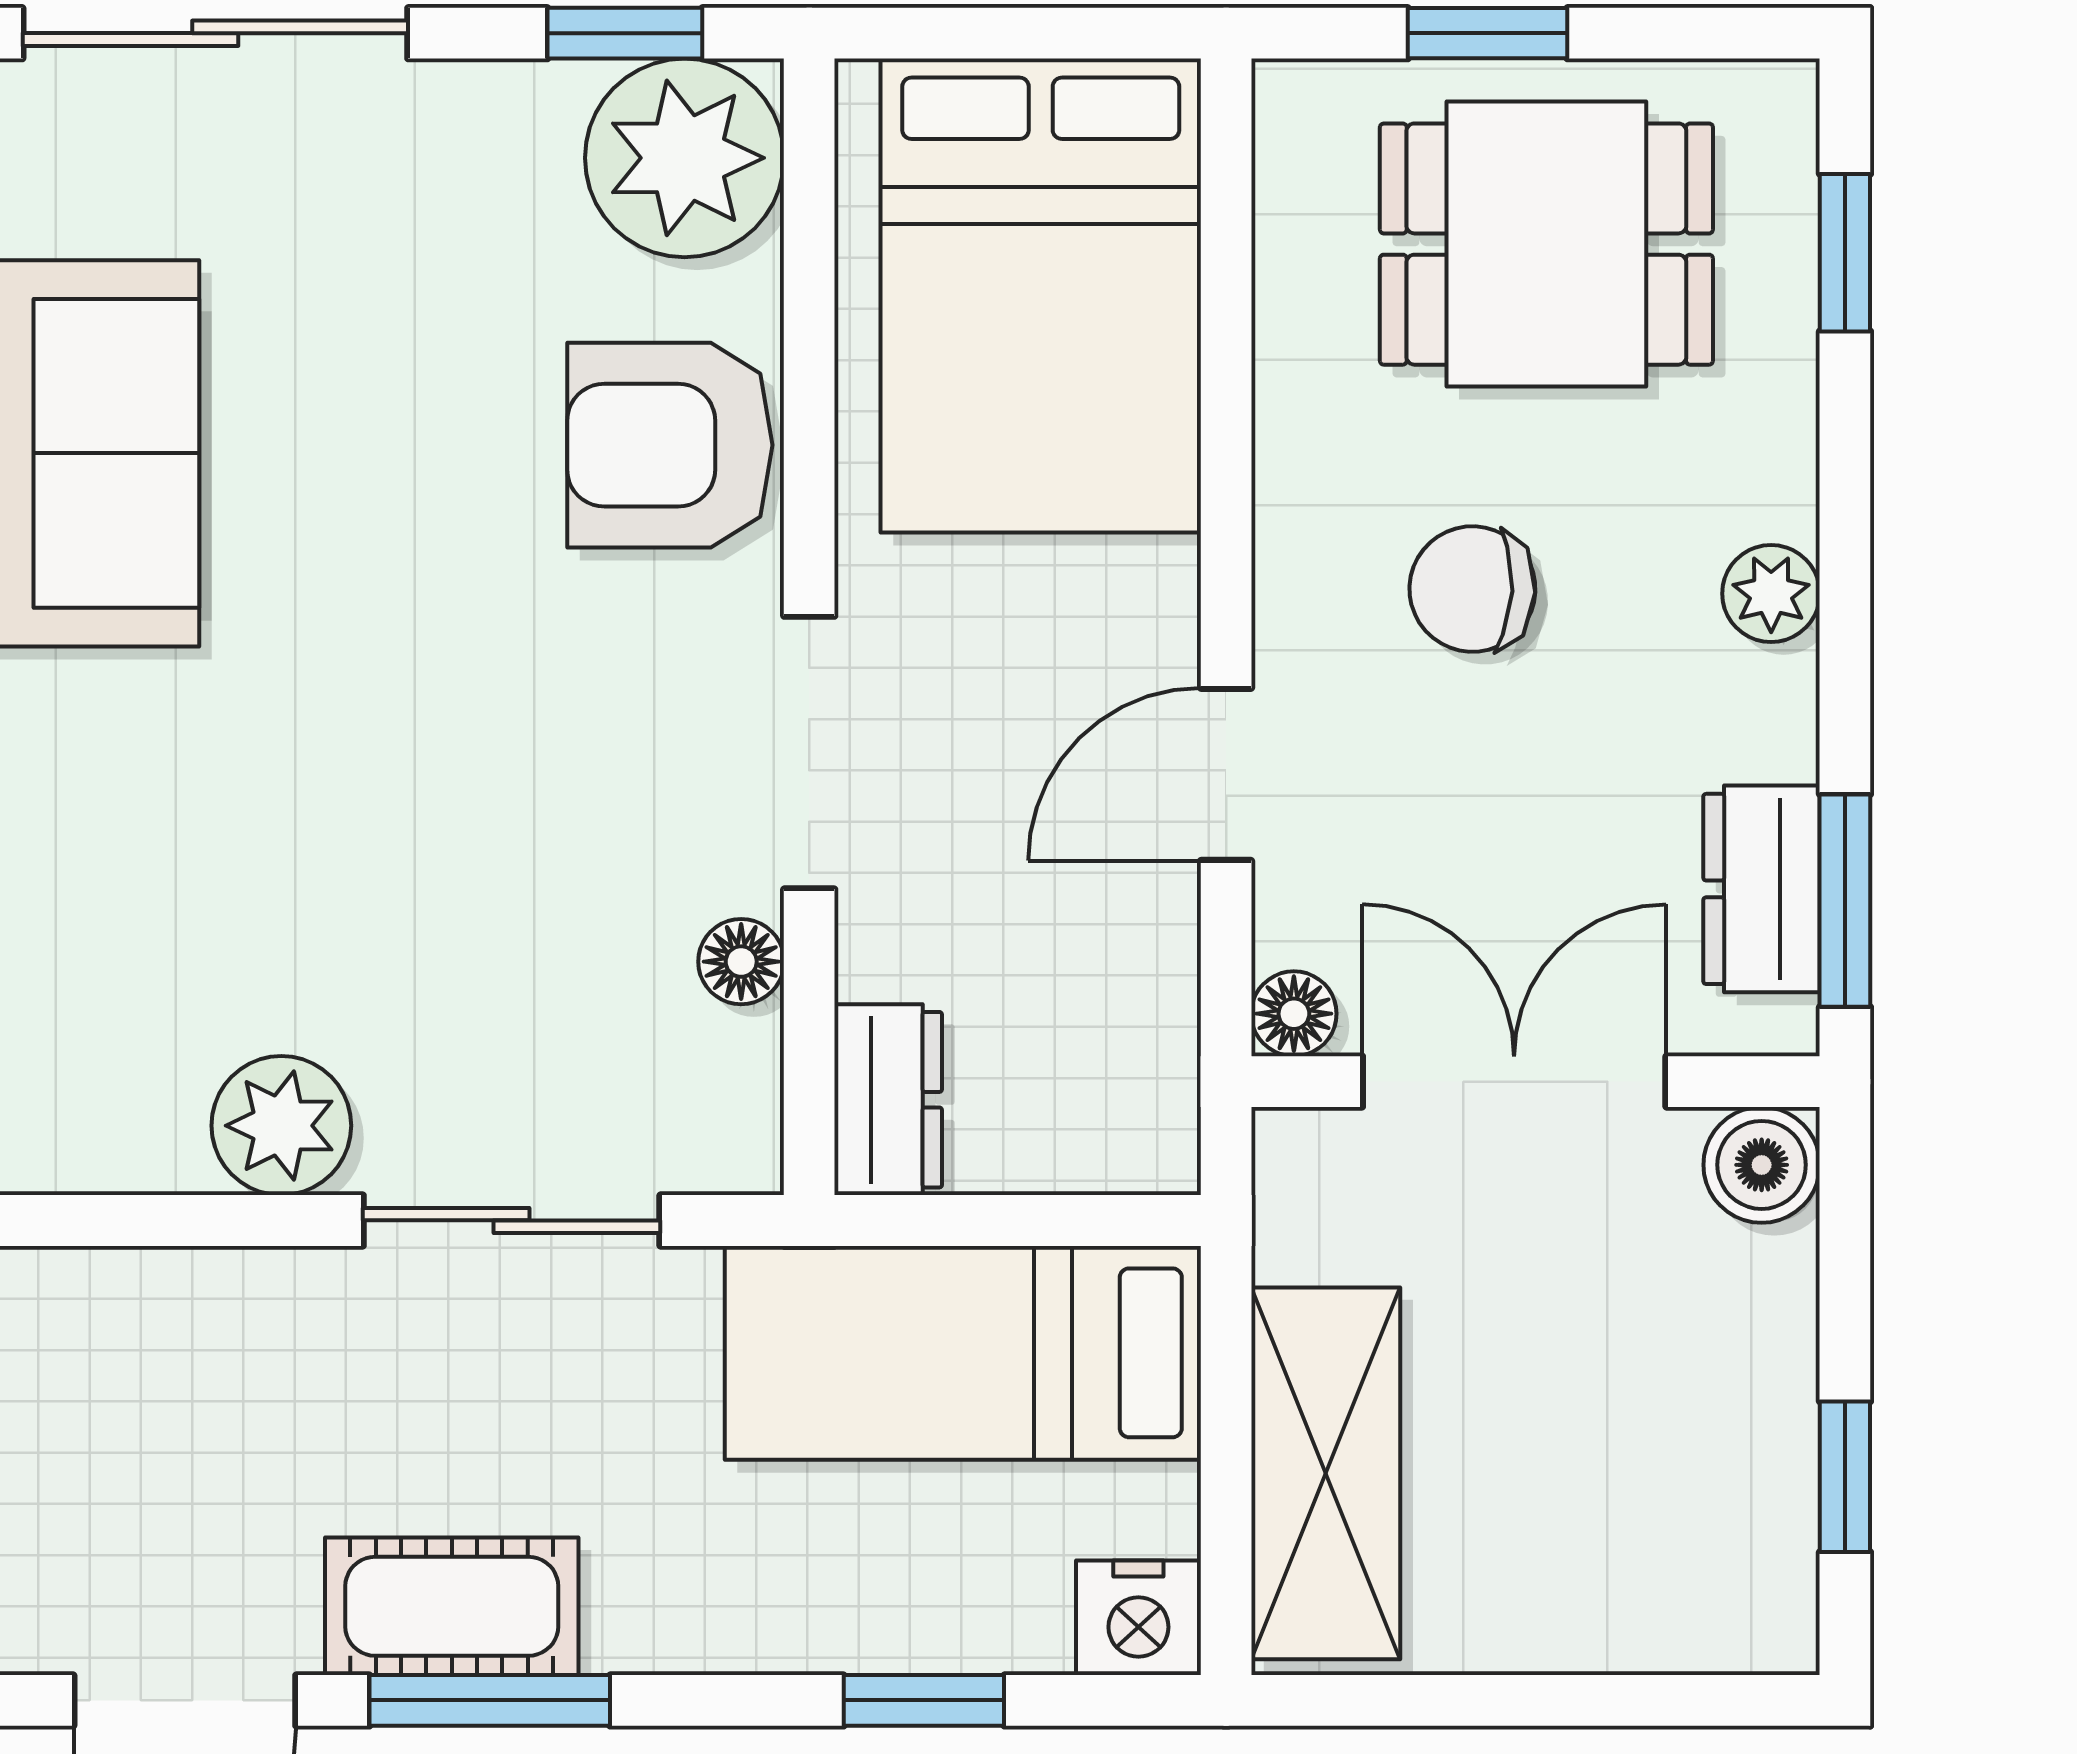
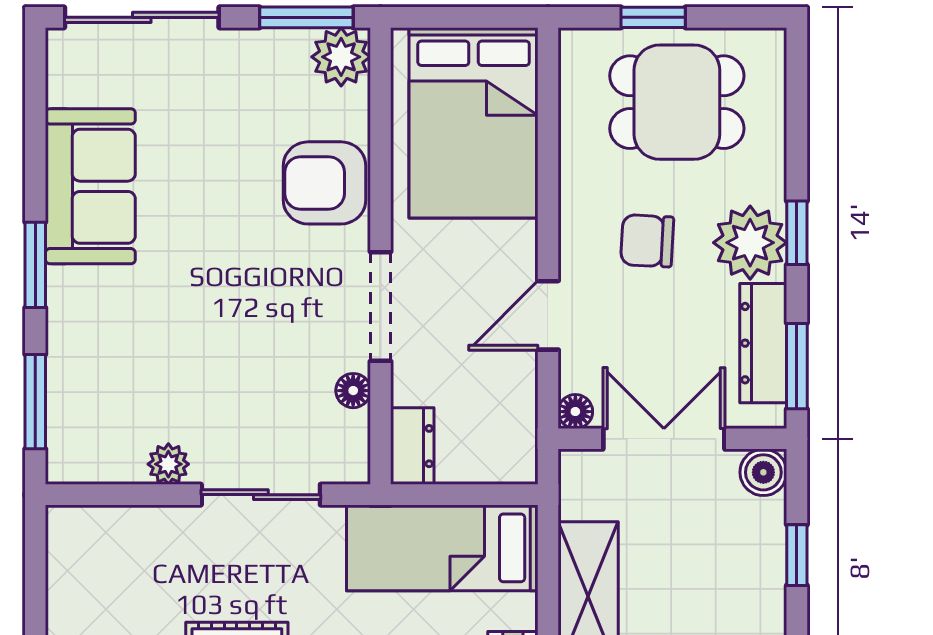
window: (625, 33) -> (306, 17), width x1.50
plant: (685, 158) -> (341, 57), width x0.73, depth x0.73
window: (1845, 253) -> (797, 233), moved
plant: (1771, 594) -> (750, 243), width x1.88, depth x1.88
dresser: (1761, 889) -> (763, 343), width x1.44
plant: (281, 1126) -> (168, 464), width x0.73, depth x0.73
window: (1845, 1477) -> (797, 555), moved

